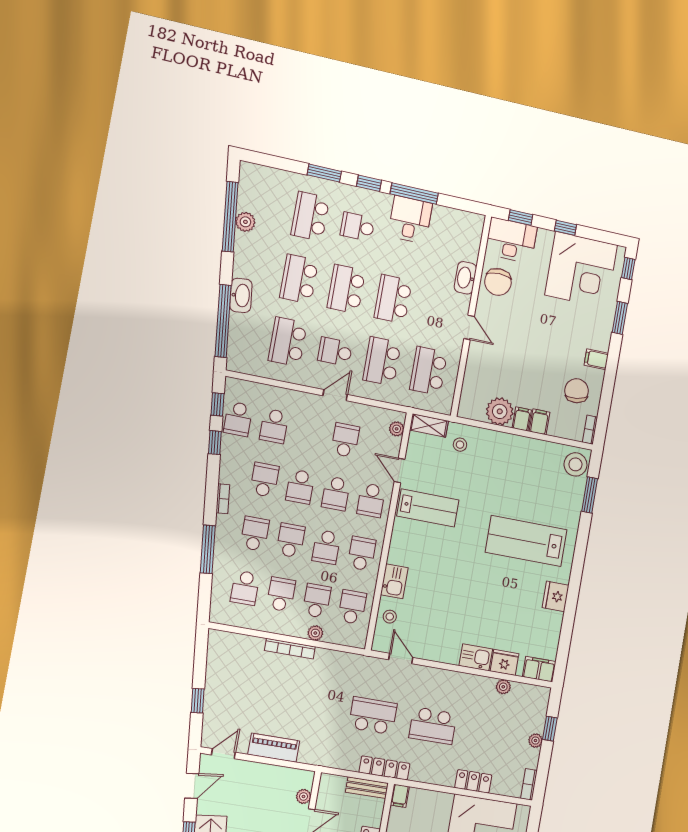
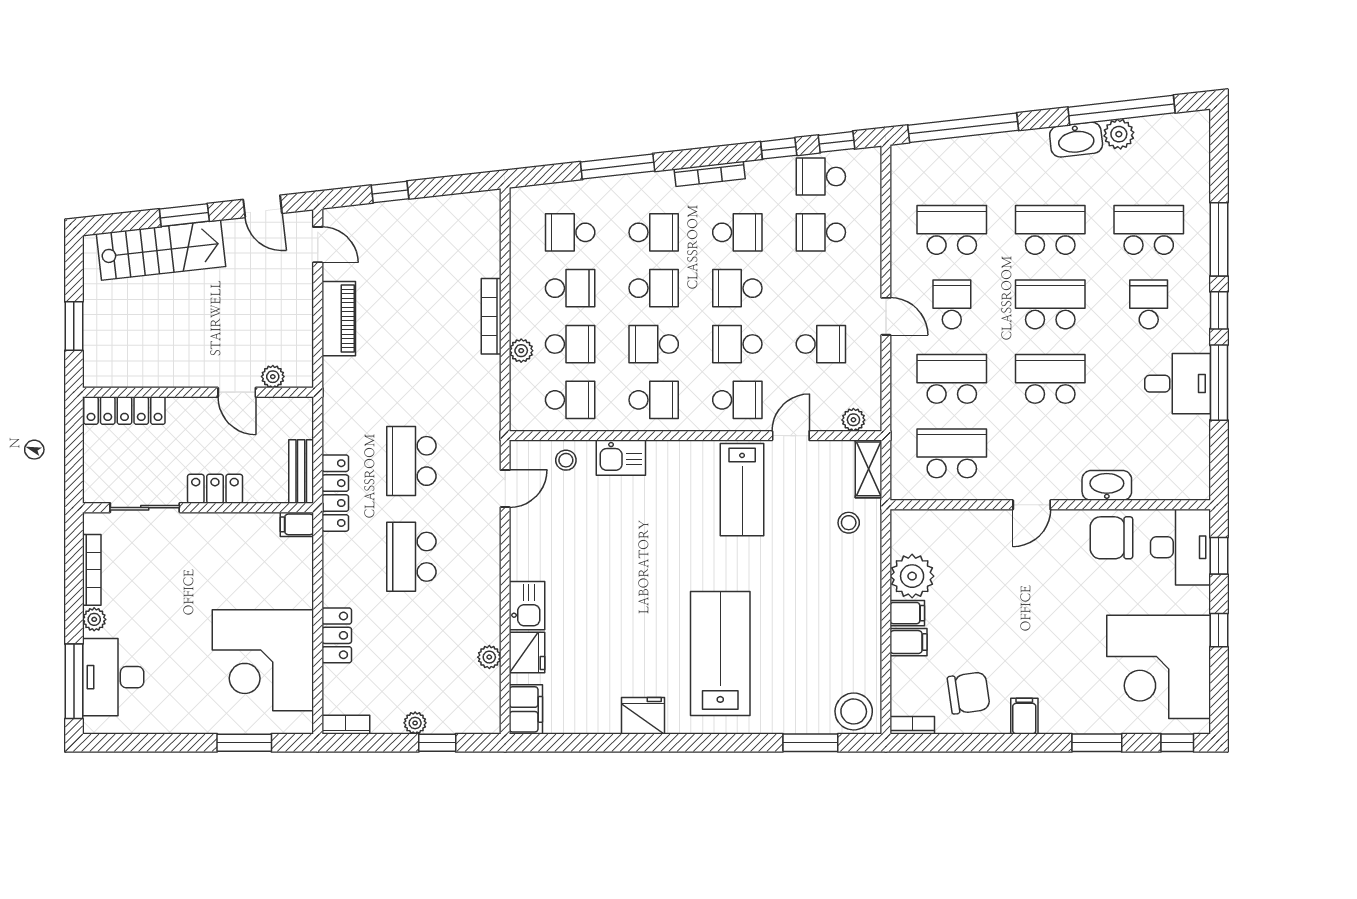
window: (324, 173) -> (1219, 239), width x1.44
washbasin: (241, 295) -> (1076, 140), moved
bookcase: (223, 499) -> (710, 174), width x1.56
school desk: (371, 500) -> (737, 400), turned 180
school desk: (373, 716) -> (411, 461), turned 180

